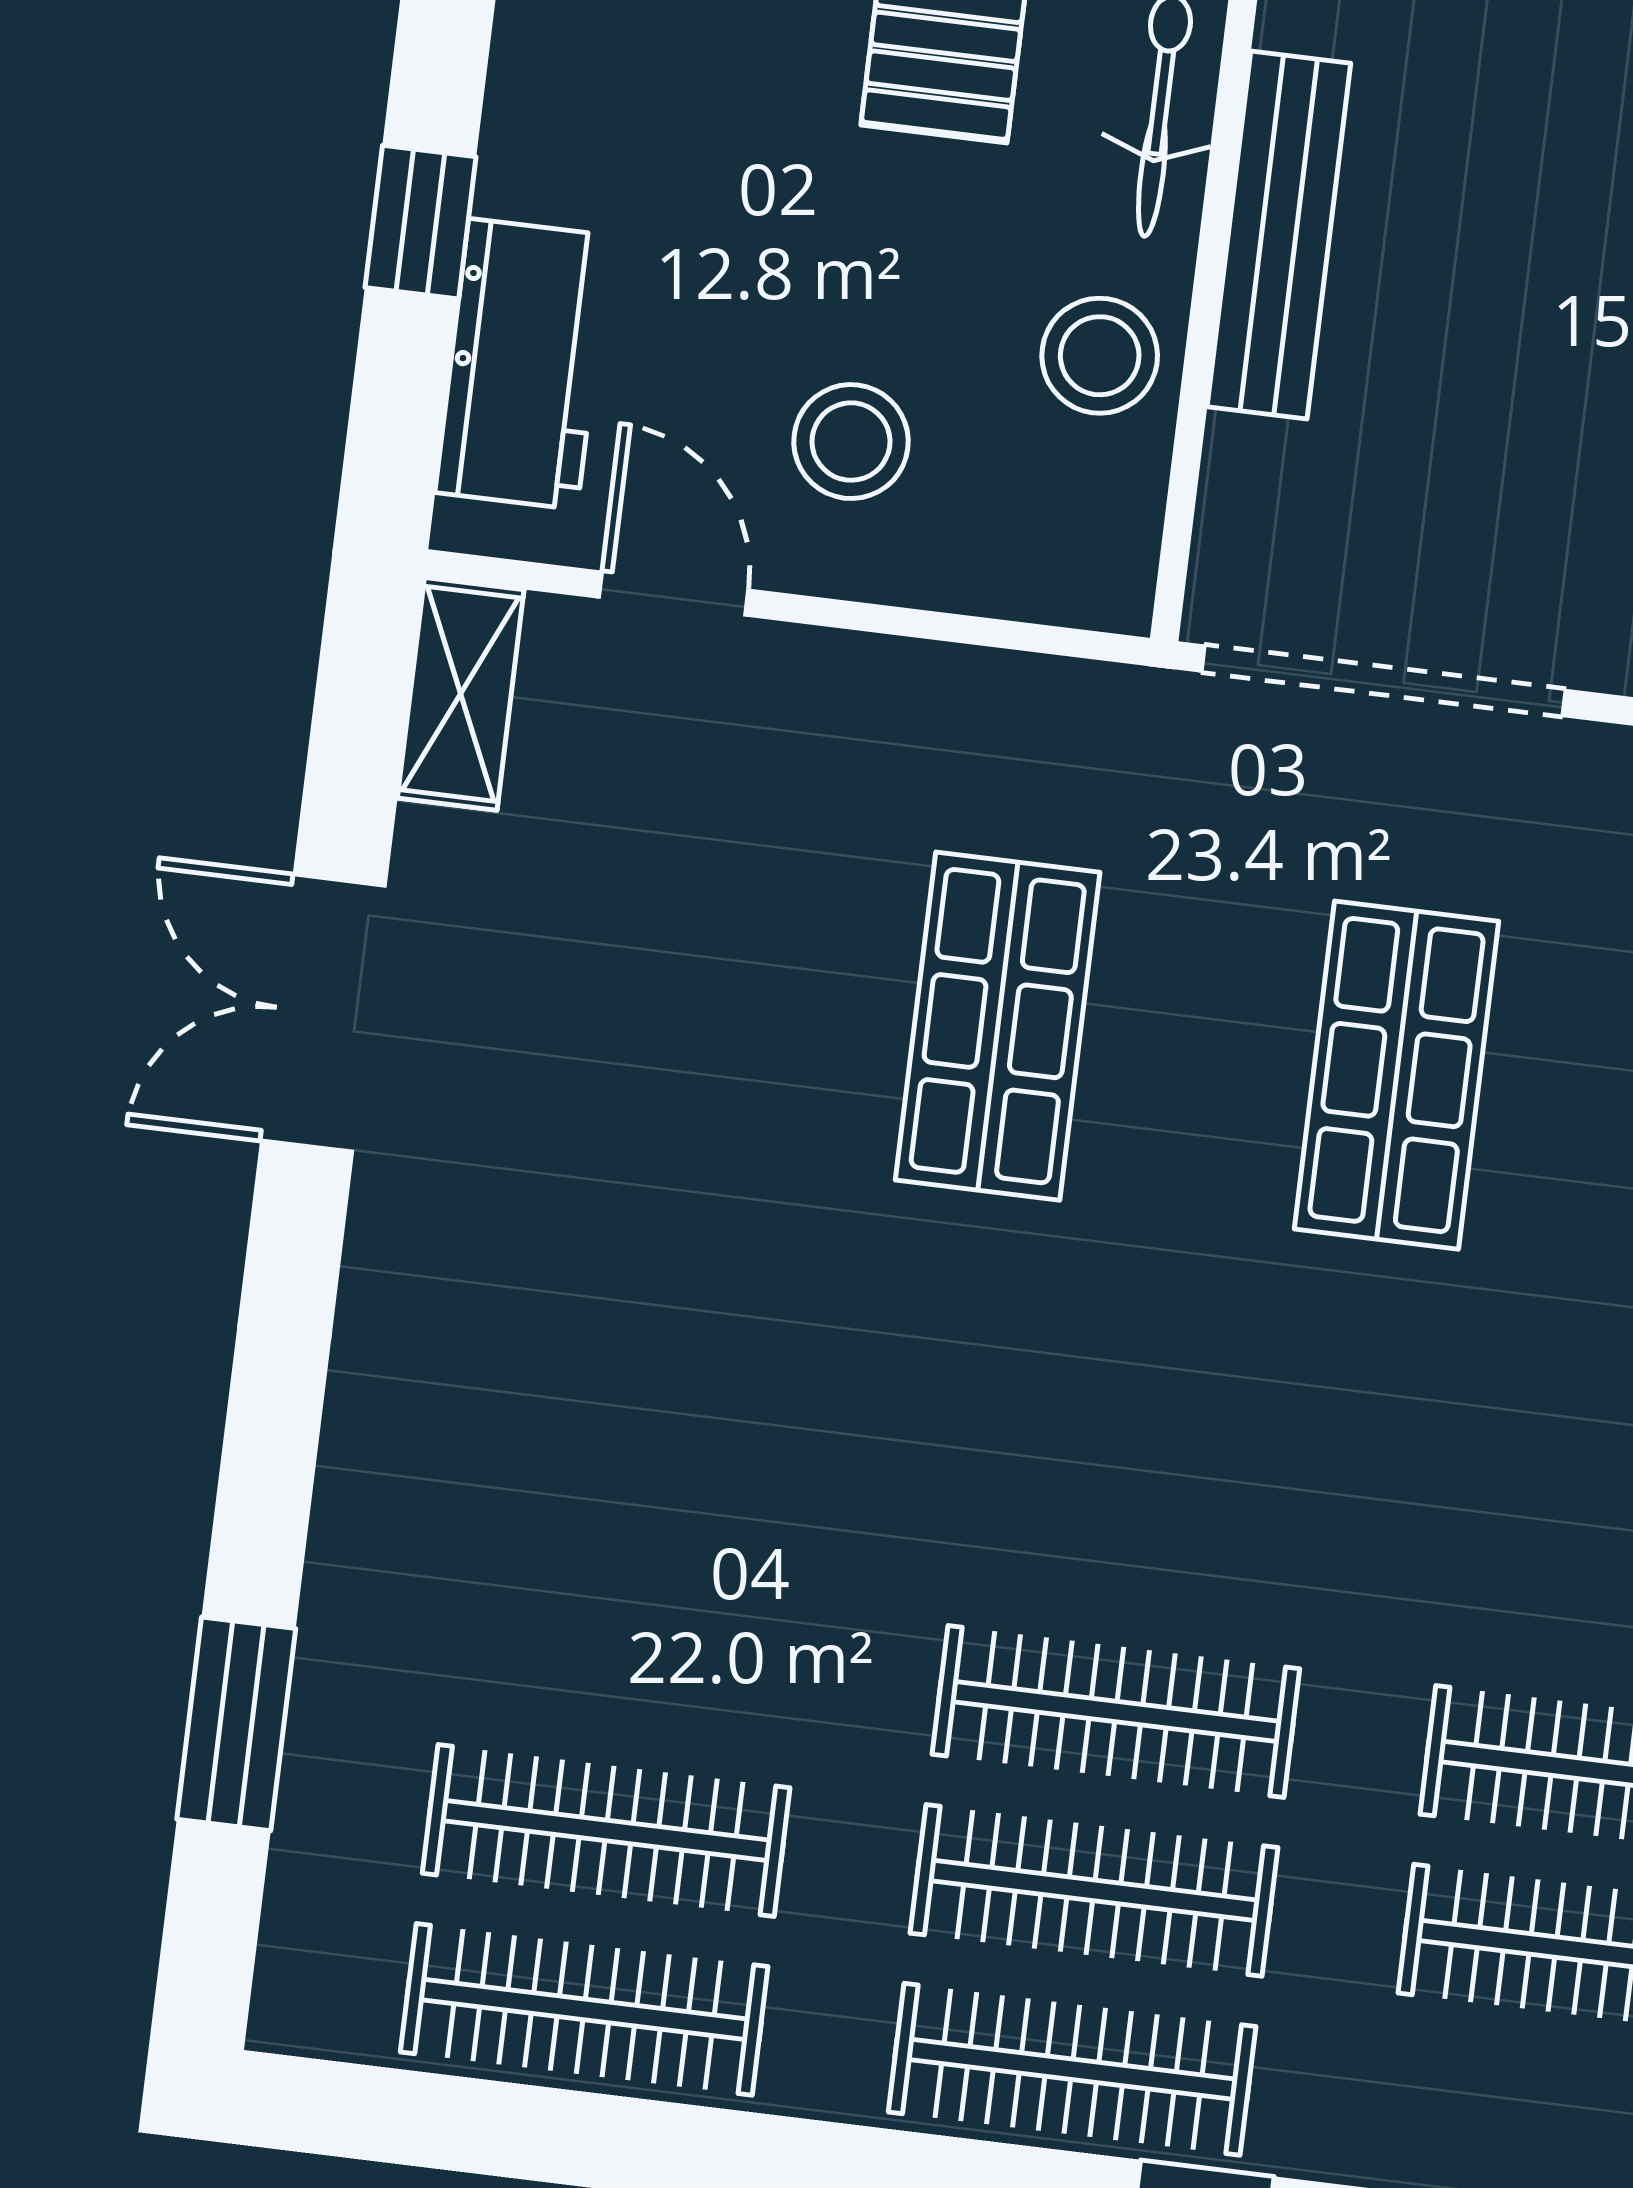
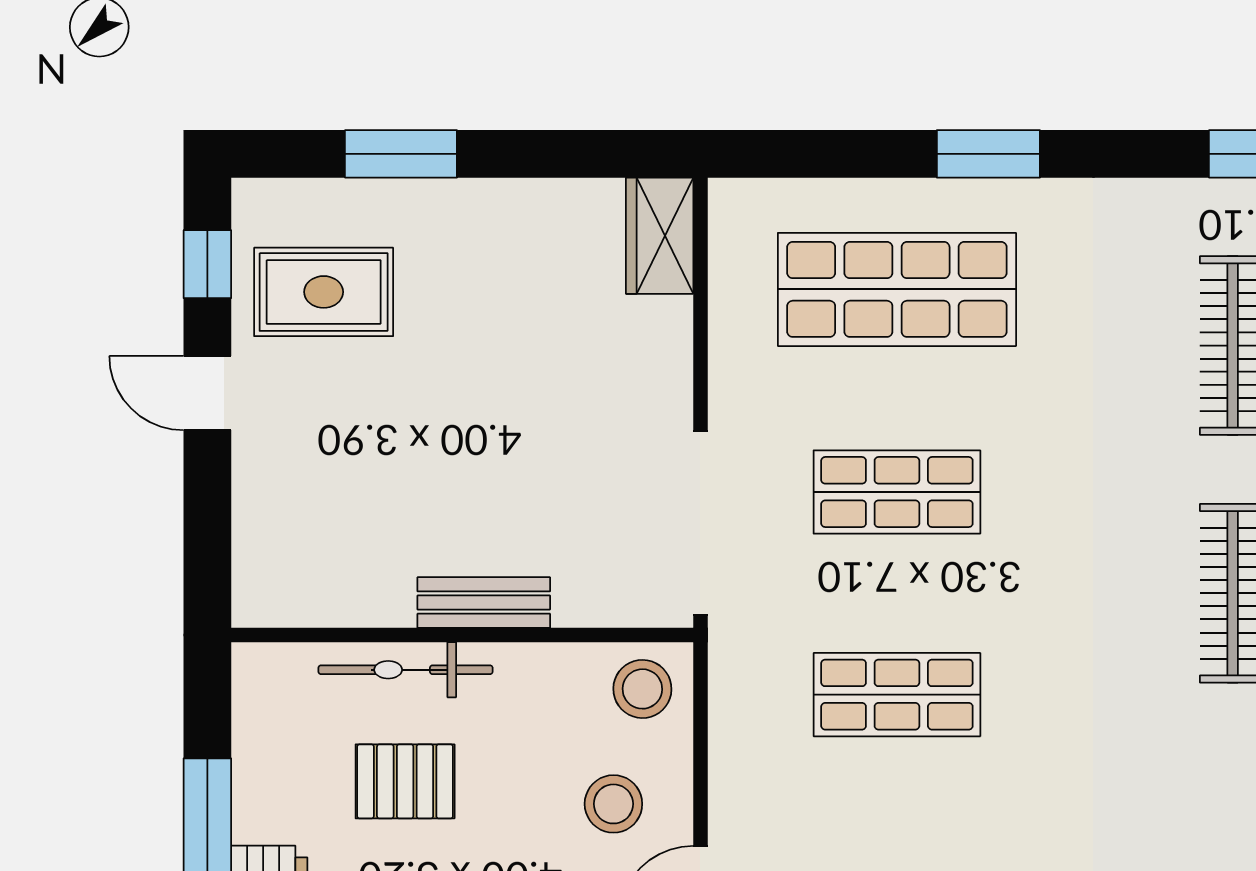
bench: (1279, 235) -> (484, 603), width x0.73
stool: (1100, 356) -> (642, 689), moved

